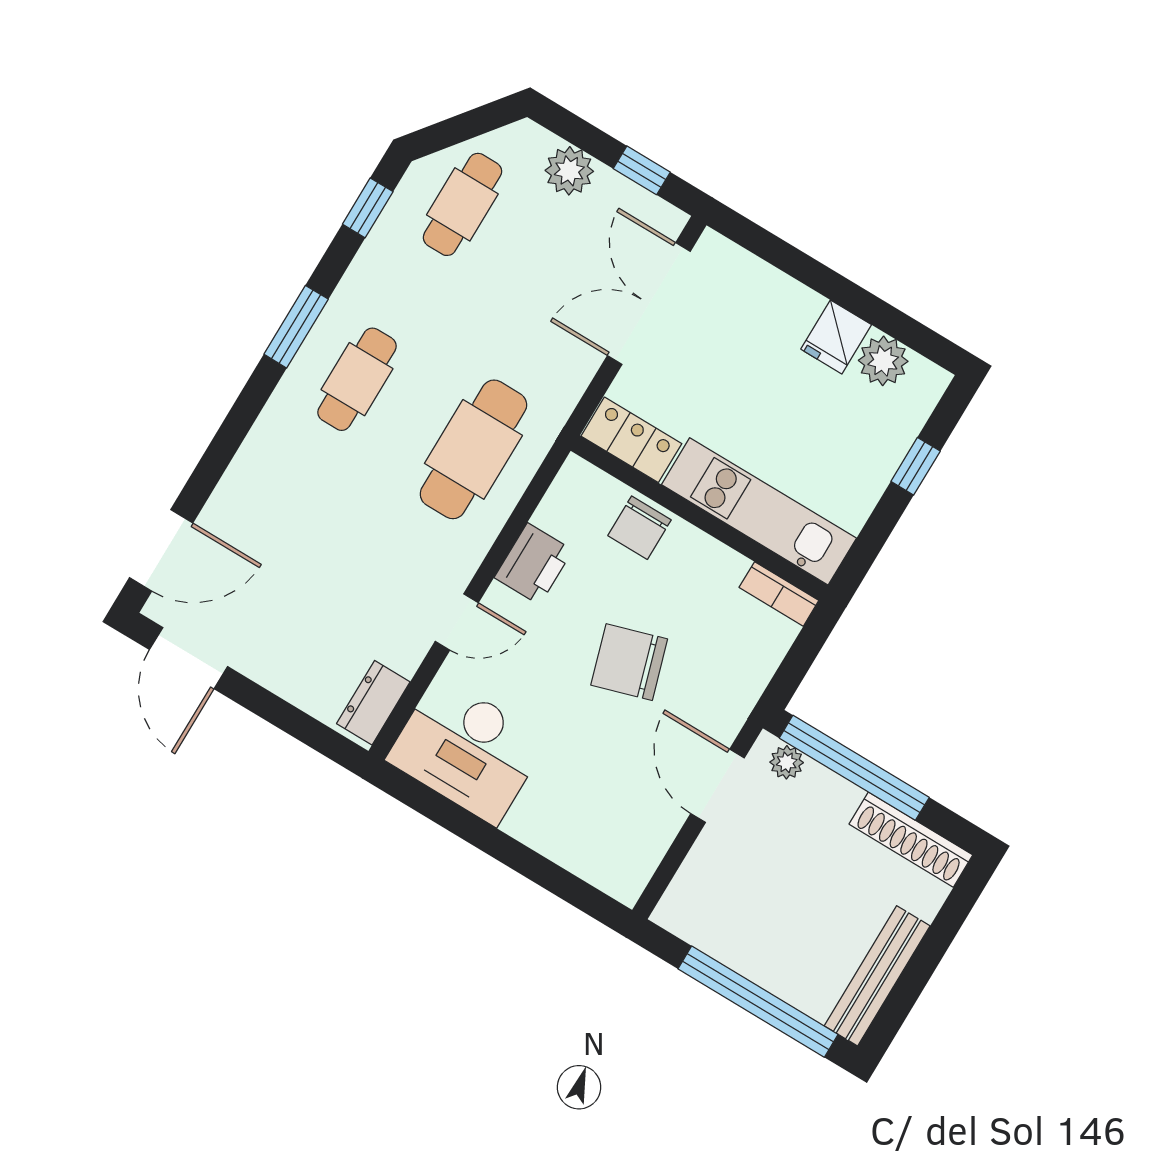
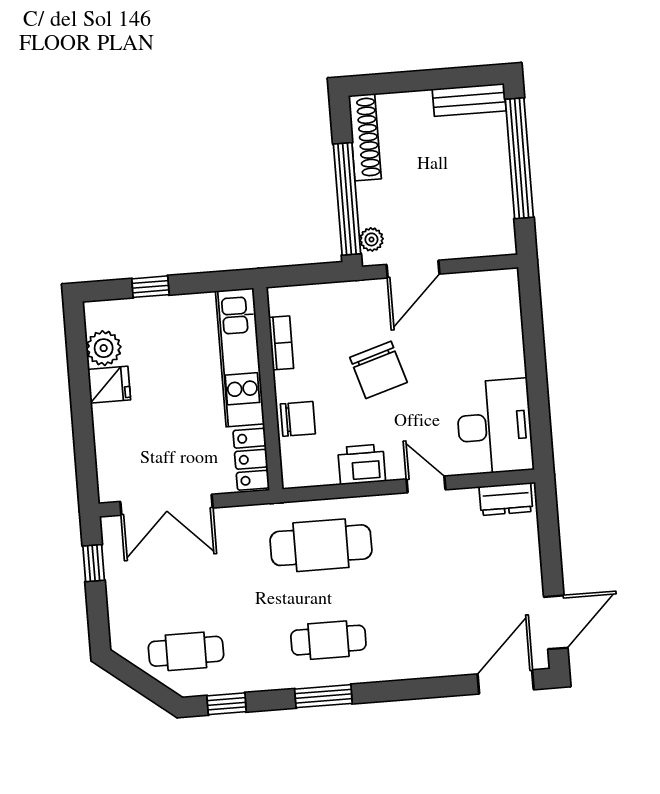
plant: (569, 171) -> (123, 604), removed
door: (161, 550) -> (506, 682), hinge flipped
bookcase: (779, 594) -> (281, 343), moved
bench: (877, 976) -> (469, 100), width x0.73

